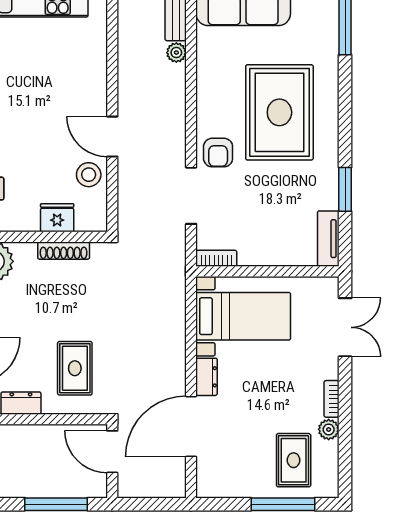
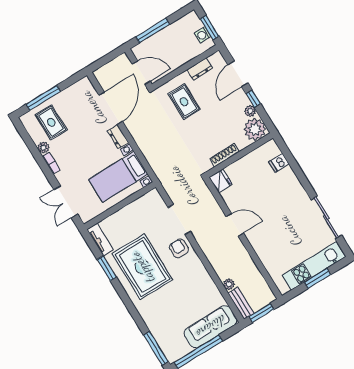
rug: (279, 112) -> (142, 267), moved
stool: (89, 175) -> (235, 199), removed
fridge: (57, 218) -> (221, 181), moved, turned -90
bookcase: (216, 258) -> (148, 197), removed

